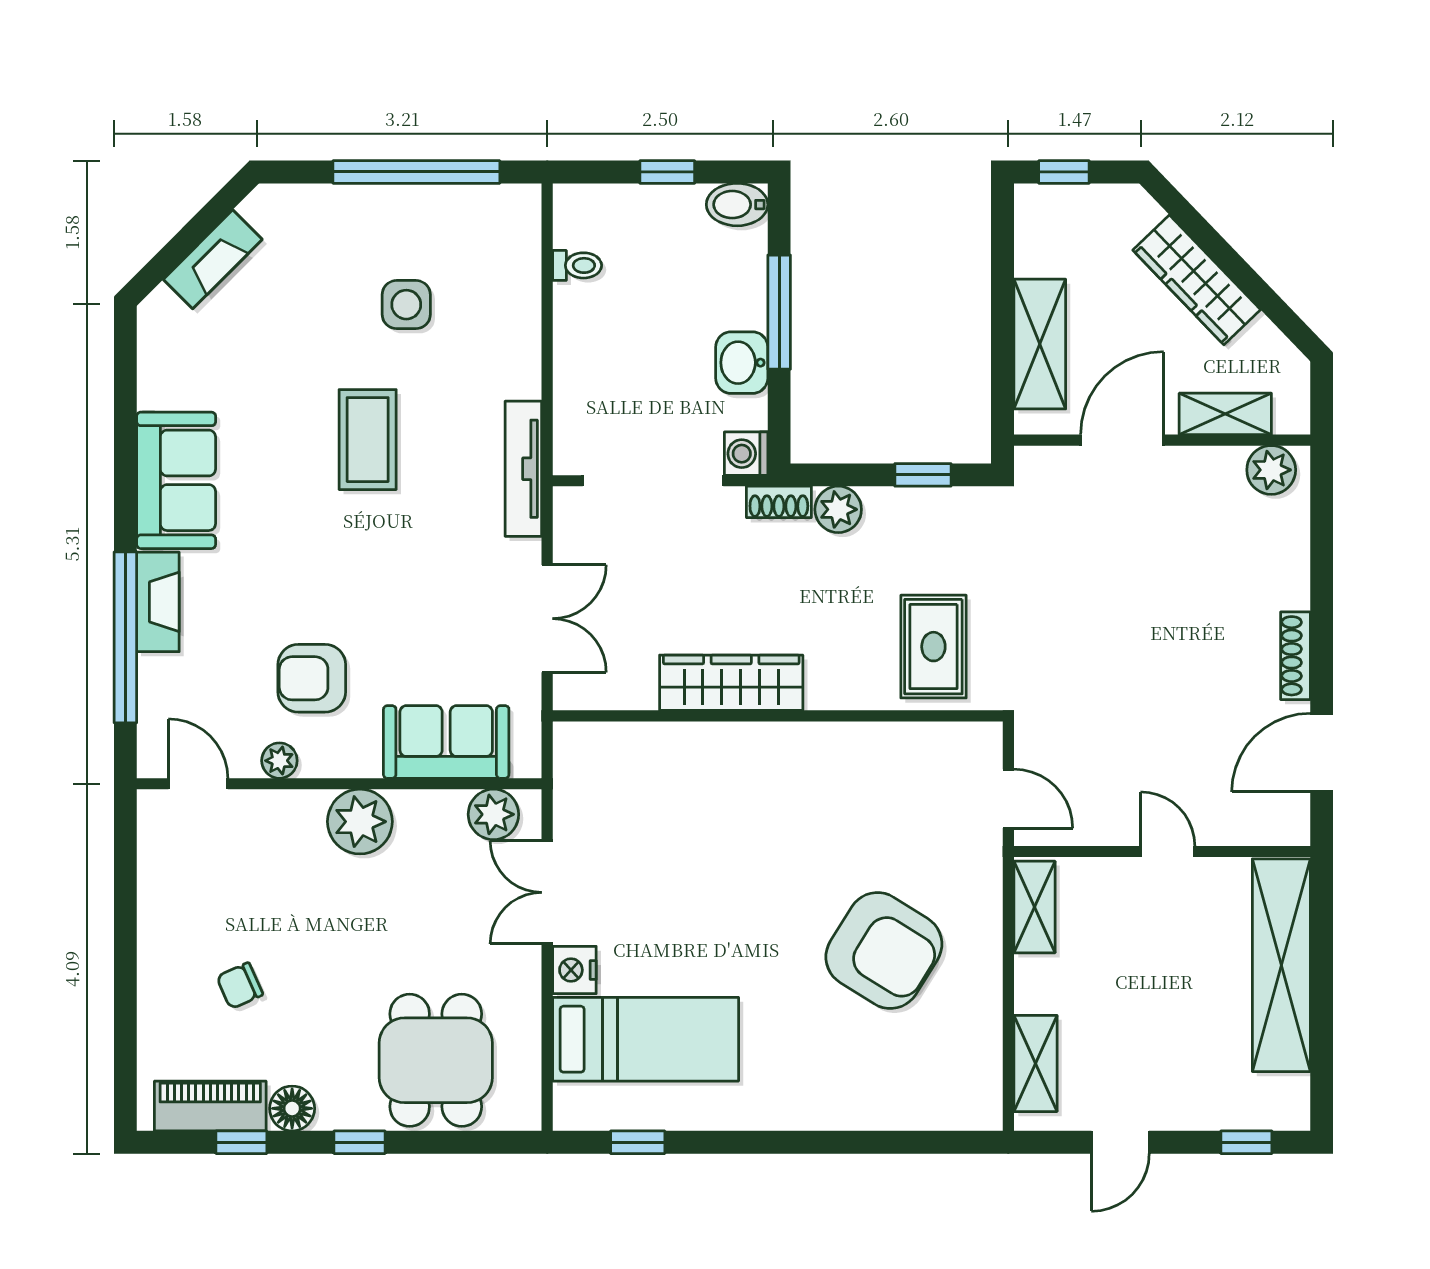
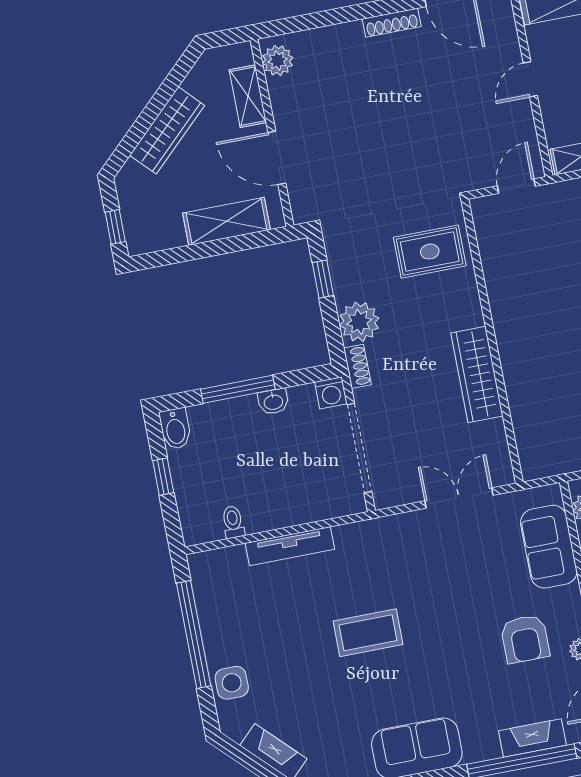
side table: (406, 305) -> (232, 683), moved
washbasin: (742, 363) -> (273, 402), width x0.72, depth x0.69
tv unit: (523, 469) -> (290, 546), moved
plant: (838, 509) -> (359, 322), width x1.36, depth x1.36
fireplace: (158, 602) -> (532, 738), moved

